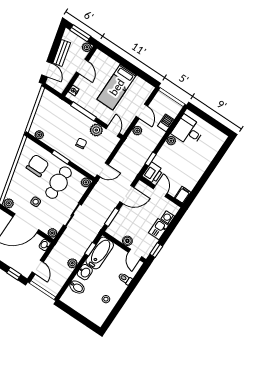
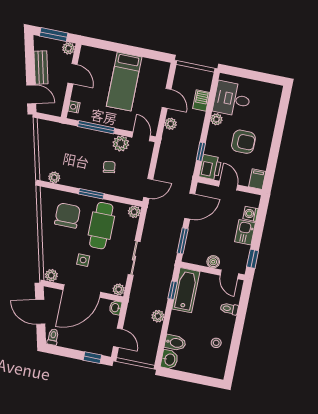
armchair: (184, 164) -> (243, 142), added
washbasin: (85, 272) -> (169, 359), moved

